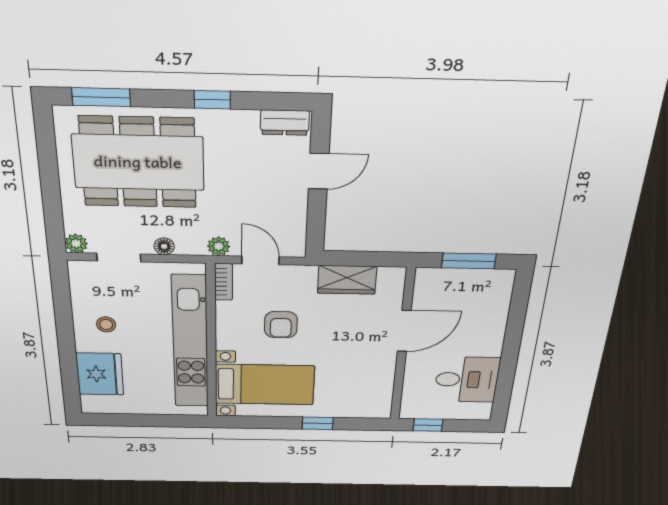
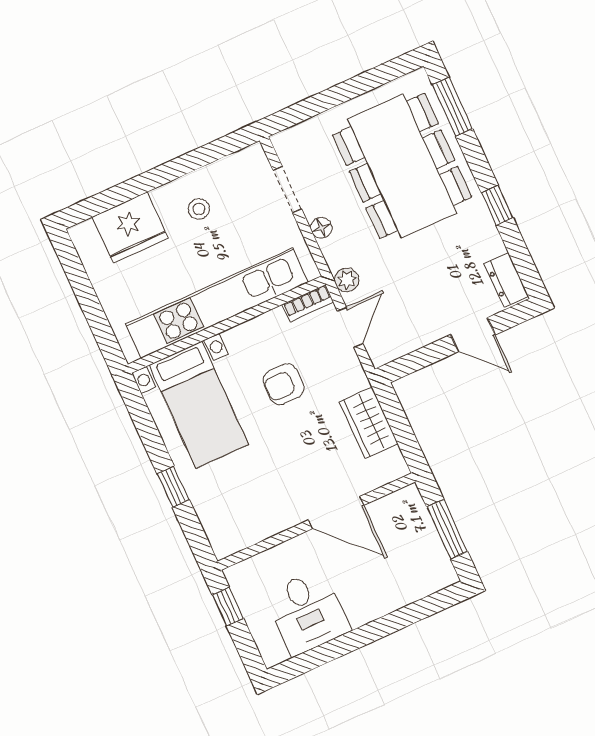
plant: (76, 243) -> (284, 142), removed

